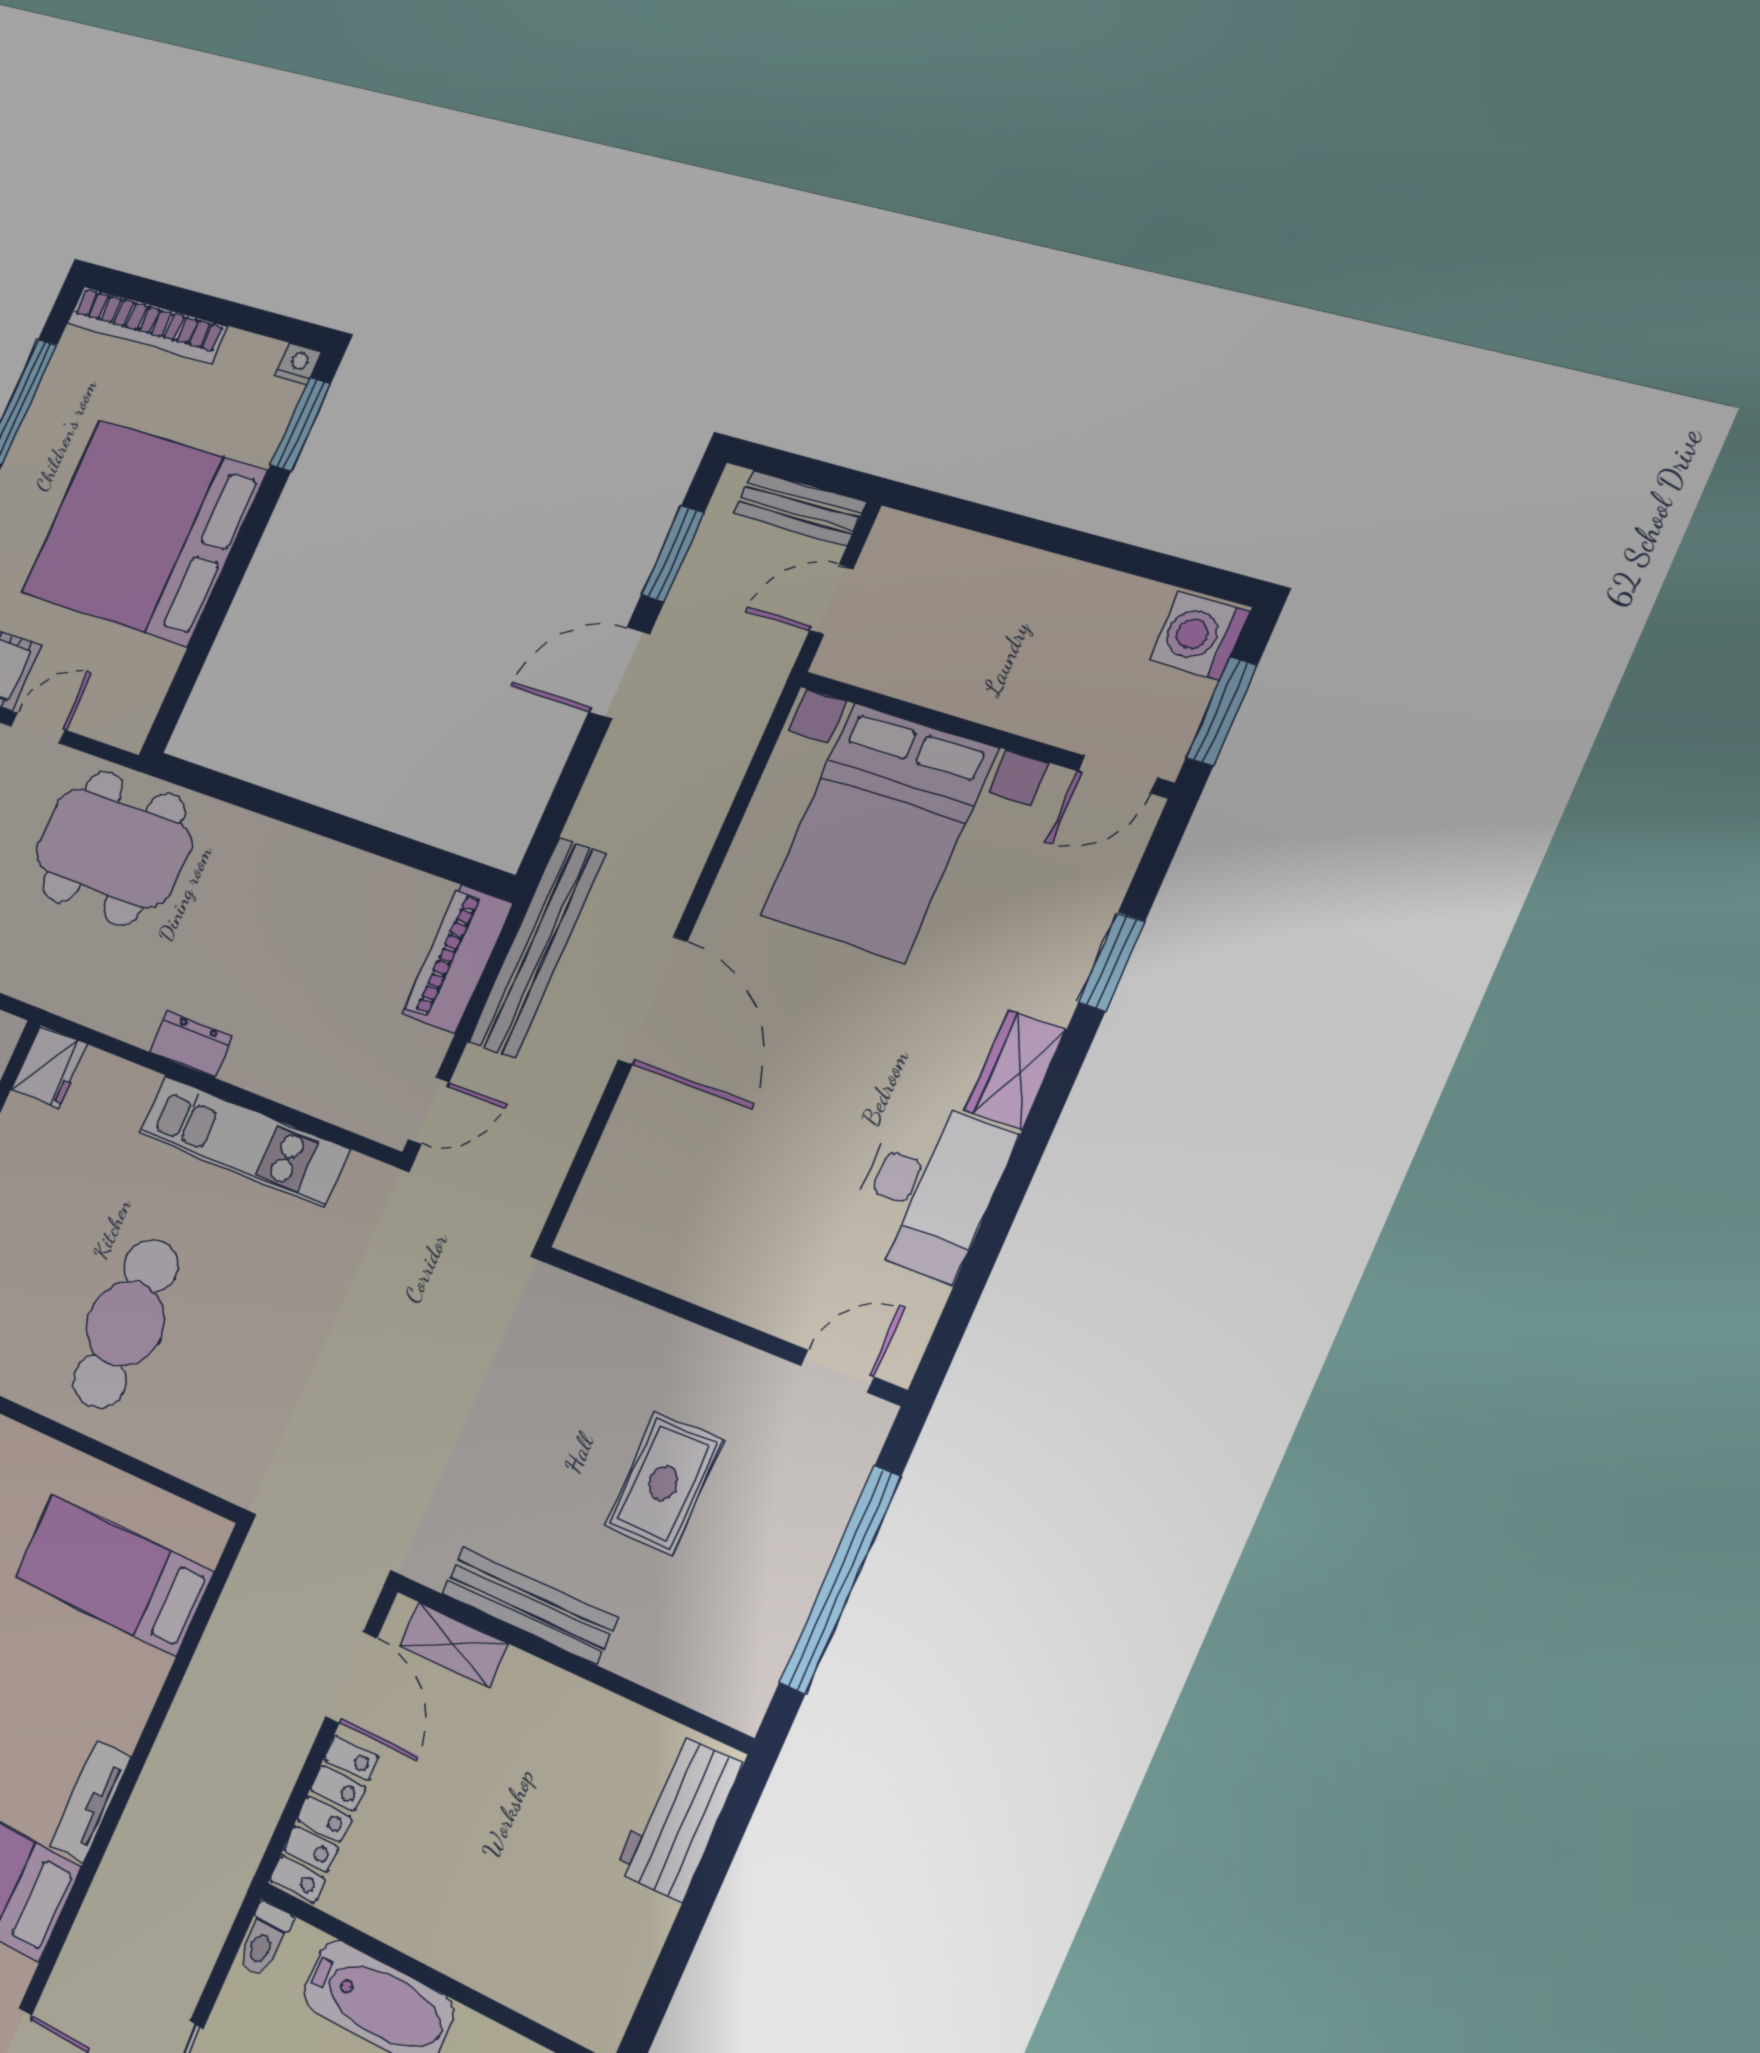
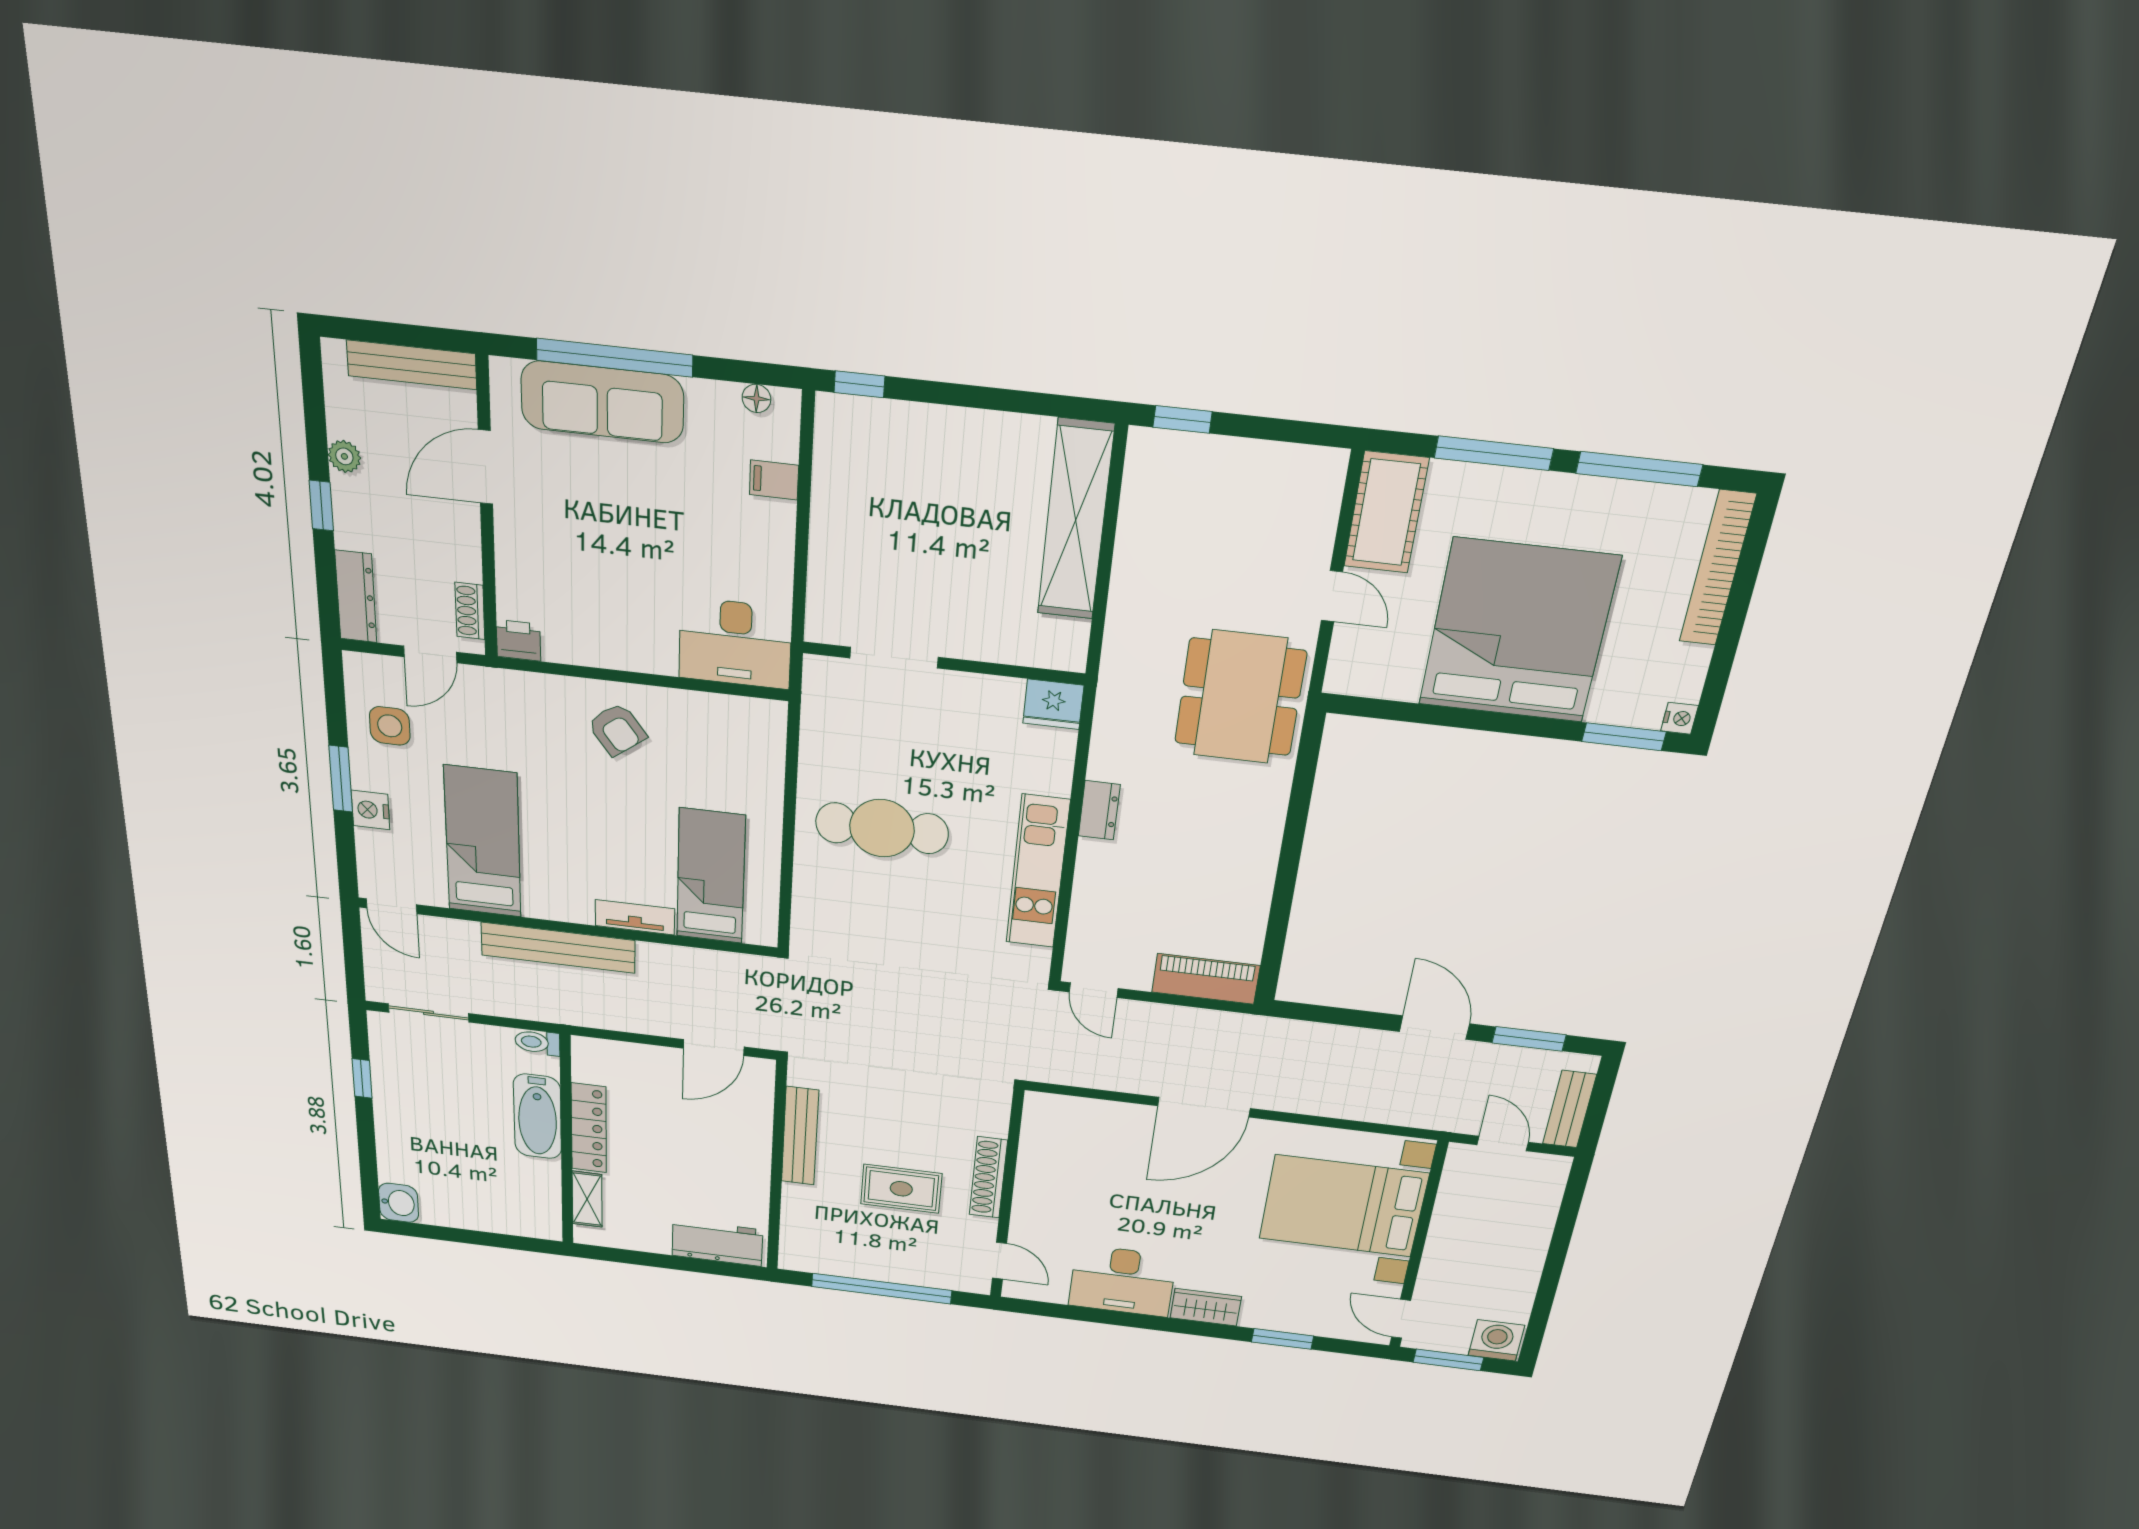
bench: (537, 948) -> (558, 948), moved
shoe rack: (681, 1343) -> (988, 1177), added
shelving: (454, 1645) -> (587, 1199), moved
tv unit: (90, 1801) -> (635, 917), moved
locker: (324, 1819) -> (589, 1128), moved, turned -90

